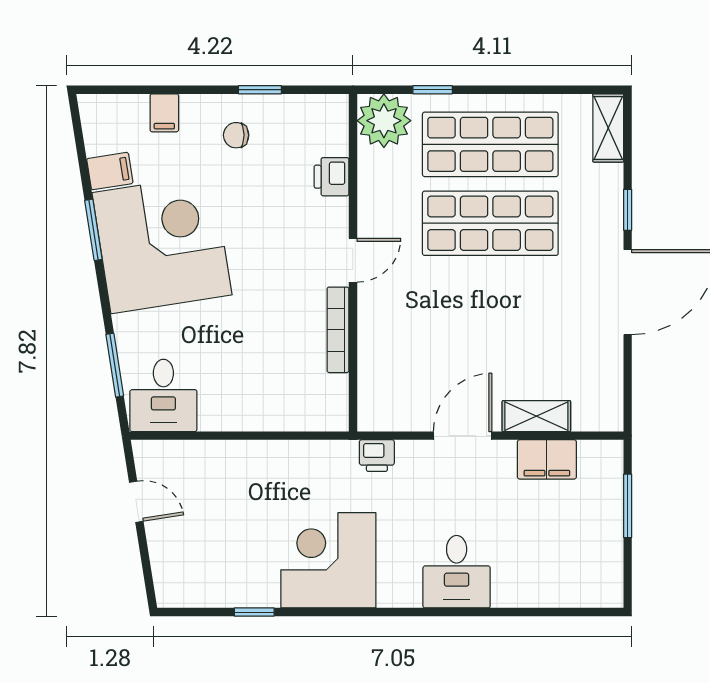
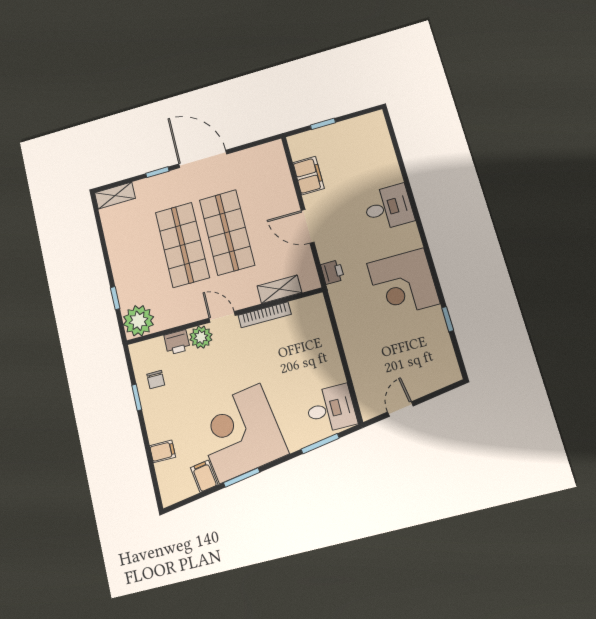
chair: (236, 135) -> (156, 380), moved
shop shelf: (490, 144) -> (227, 232), moved
plant: (330, 218) -> (201, 337), added
shelving: (536, 416) -> (279, 289), moved, turned 90
window: (628, 506) -> (323, 124), width x0.67

